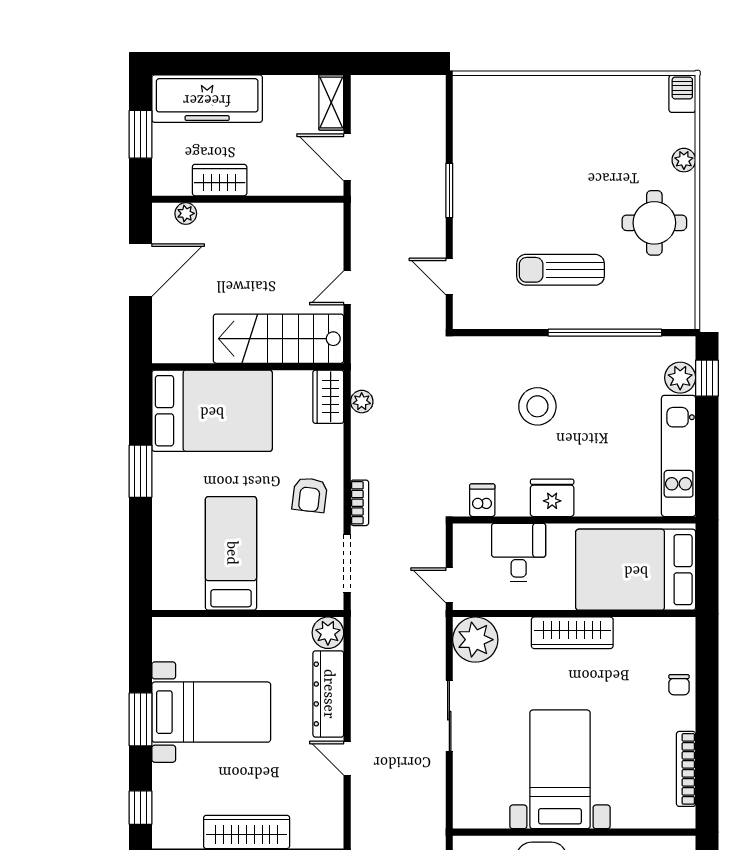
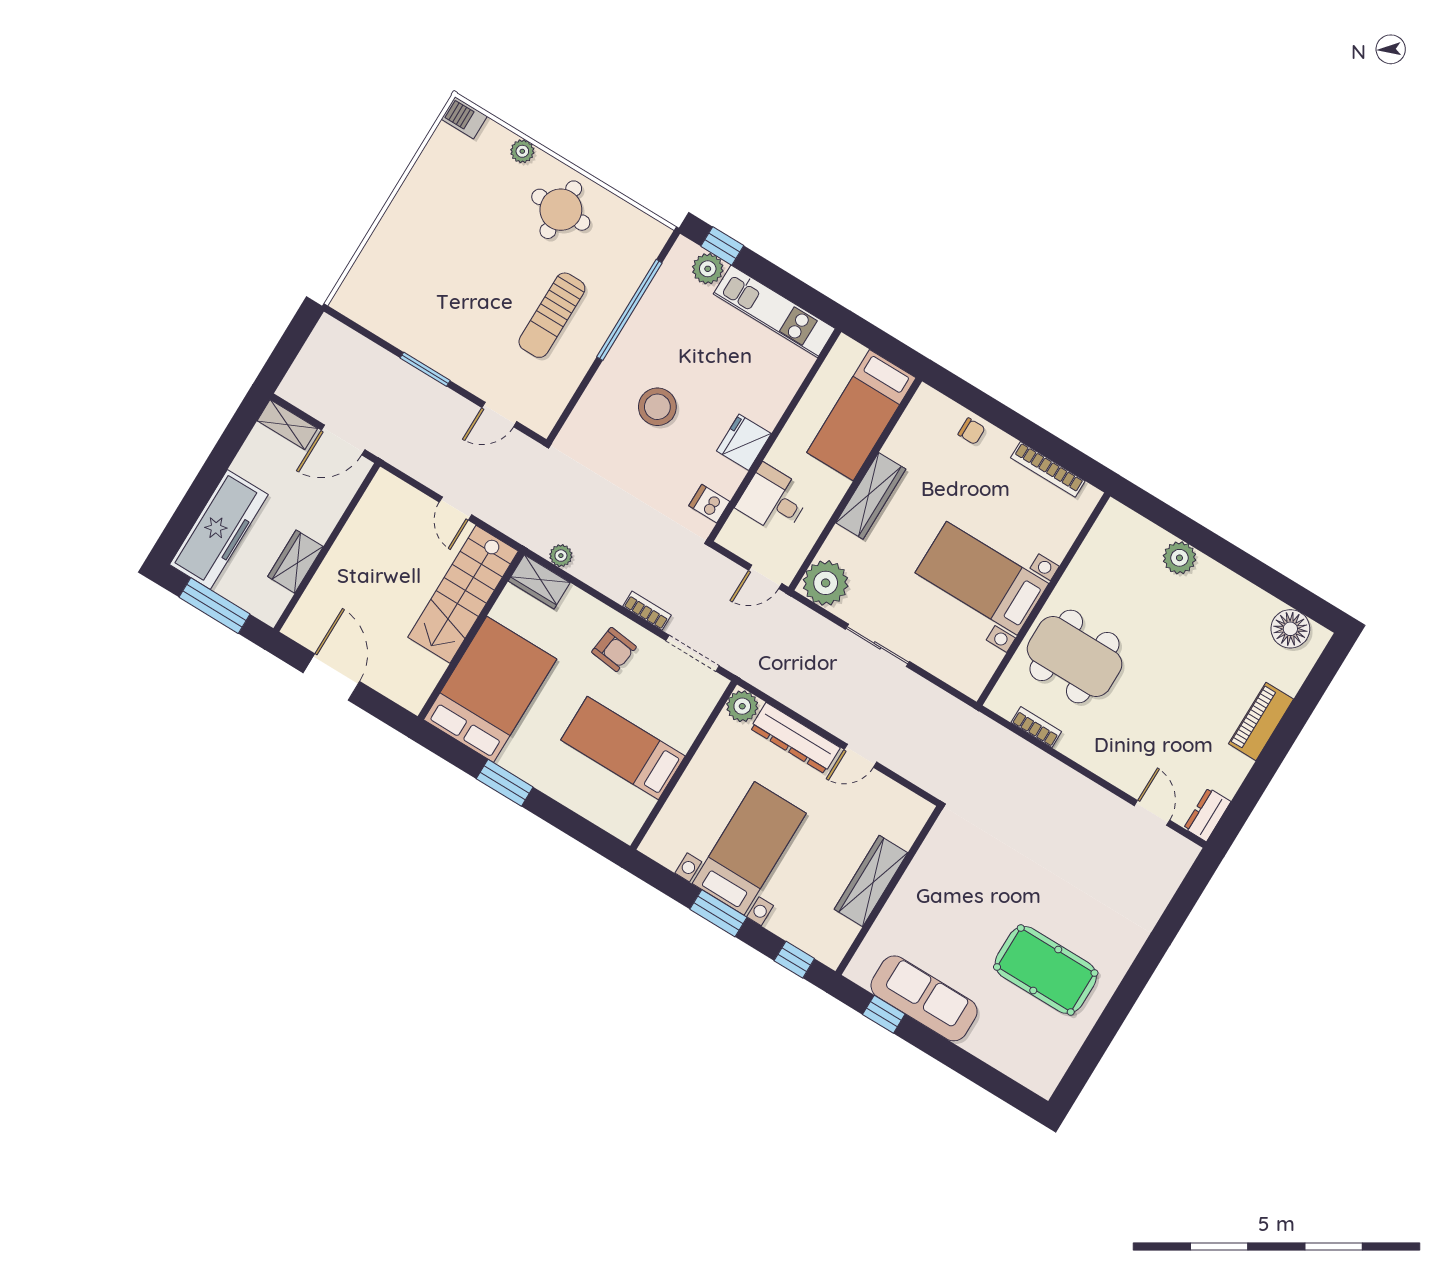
window: (140, 134) -> (214, 606), width x1.44
plant: (186, 213) -> (306, 608), removed
bed: (636, 570) -> (861, 415), width x0.67

